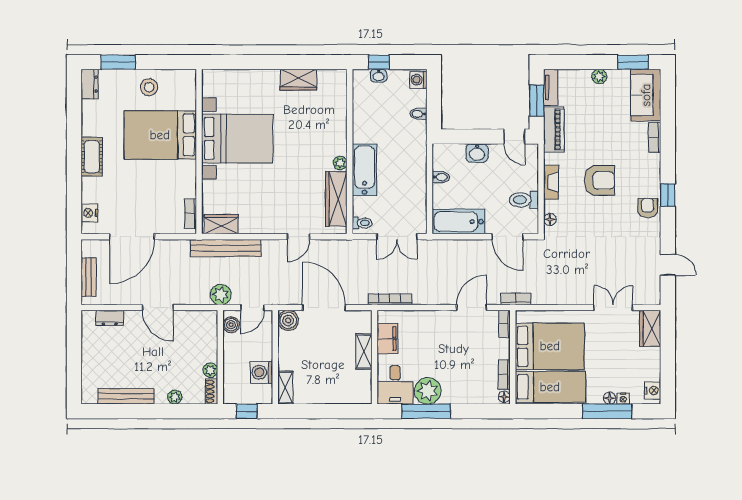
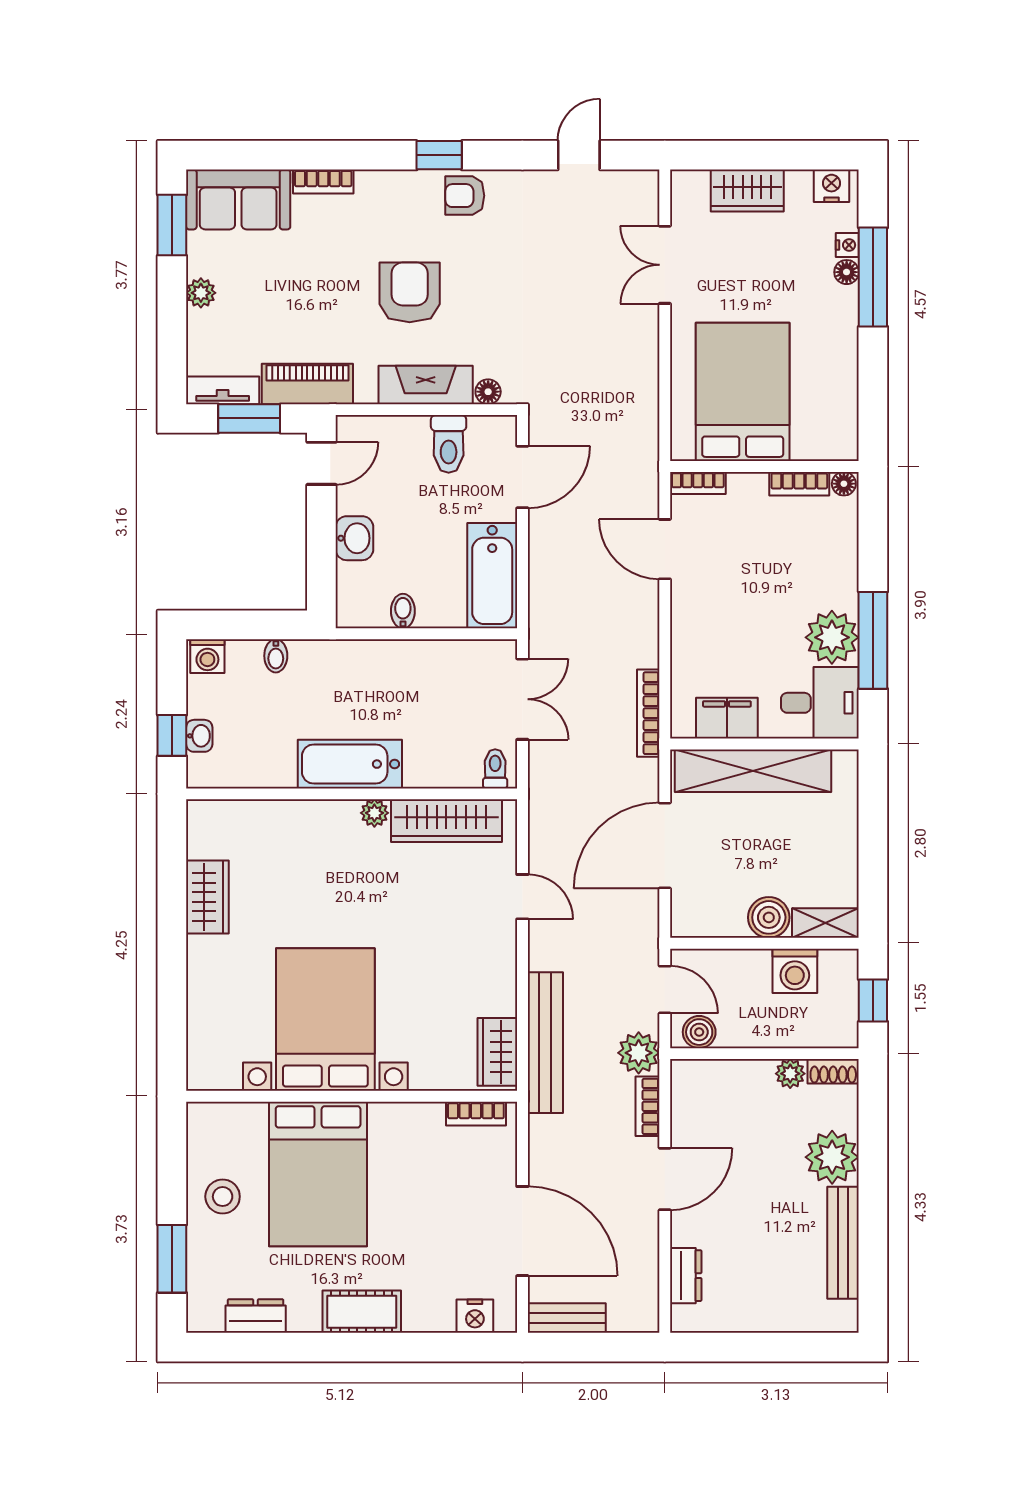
dresser: (90, 84) -> (256, 1316), moved
bathtub: (365, 170) -> (350, 764), moved
fireplace: (551, 182) -> (426, 385), width x1.37, depth x1.32
bench: (89, 277) -> (567, 1318), moved
bookcase: (516, 299) -> (647, 1106), moved
boiler: (288, 320) -> (769, 917), moved
wardrobe: (650, 328) -> (747, 191), moved
shelving: (364, 352) -> (753, 771), width x2.20, depth x1.33
bed: (550, 387) -> (824, 391), removed
plant: (175, 397) -> (832, 1157), width x1.87, depth x1.87

